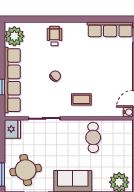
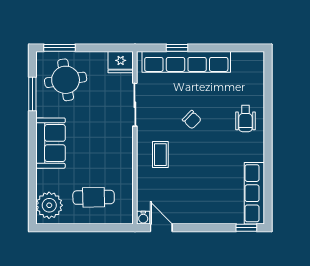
plant: (14, 36) -> (245, 65), removed
wheelchair: (55, 36) -> (245, 119), turned 90
cafe table: (93, 137) -> (94, 197), moved

